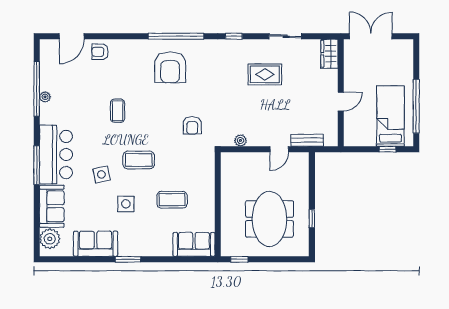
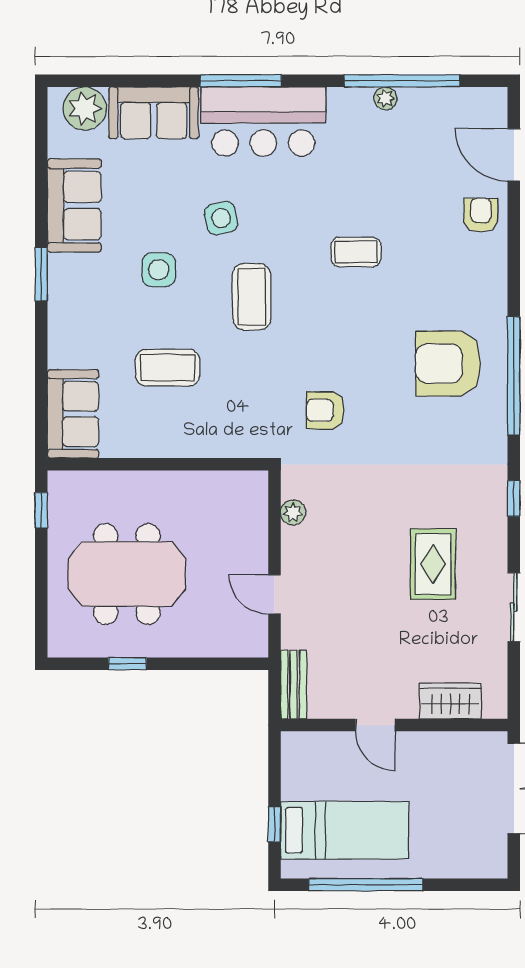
wardrobe: (329, 54) -> (450, 701), moved
bench: (307, 140) -> (294, 685), moved
coffee table: (172, 200) -> (168, 368), turned 90

